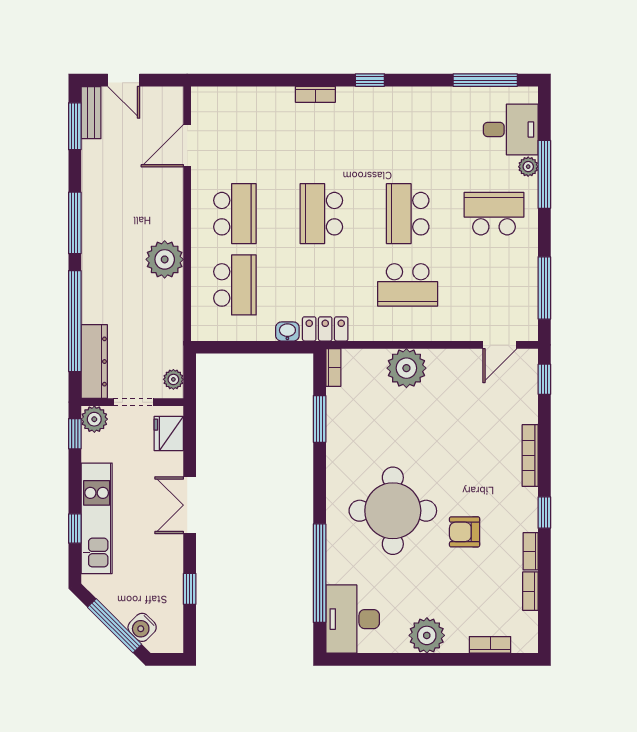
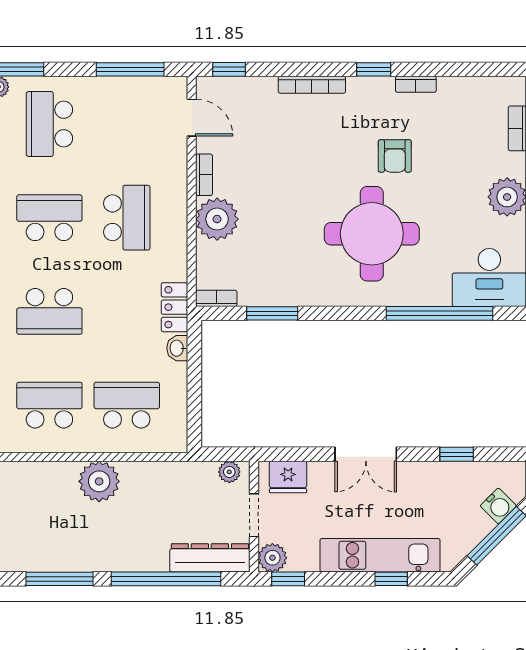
school desk: (408, 214) -> (49, 218), turned 180
bookcase: (530, 591) -> (204, 175), moved, turned -90

